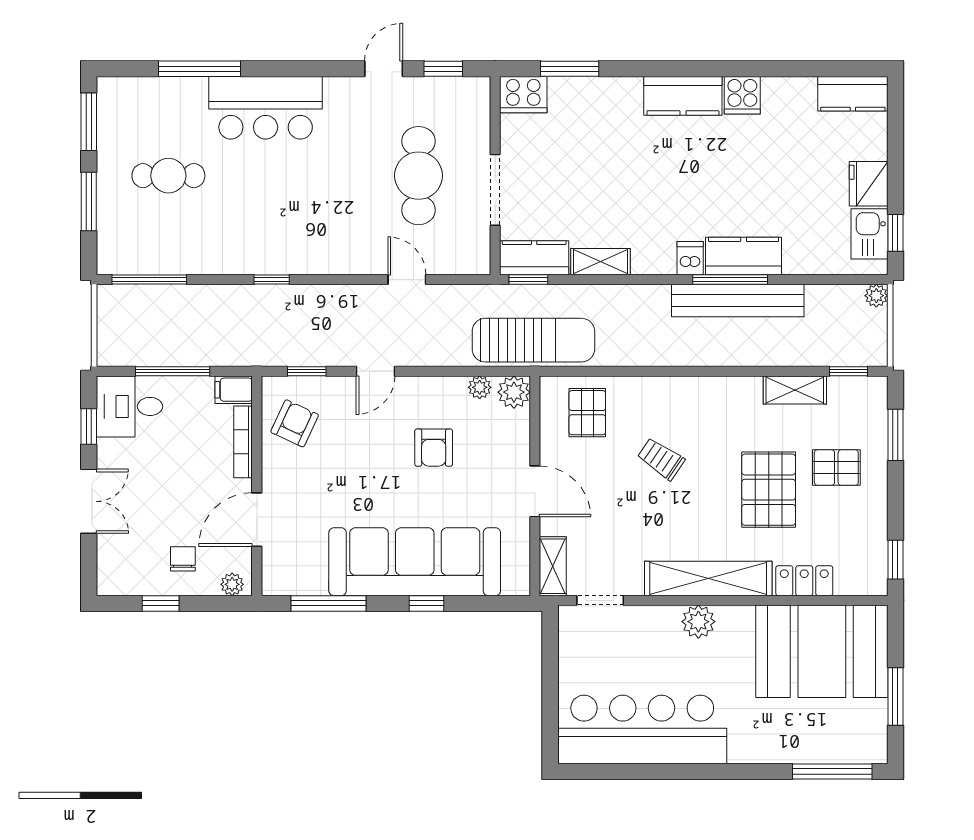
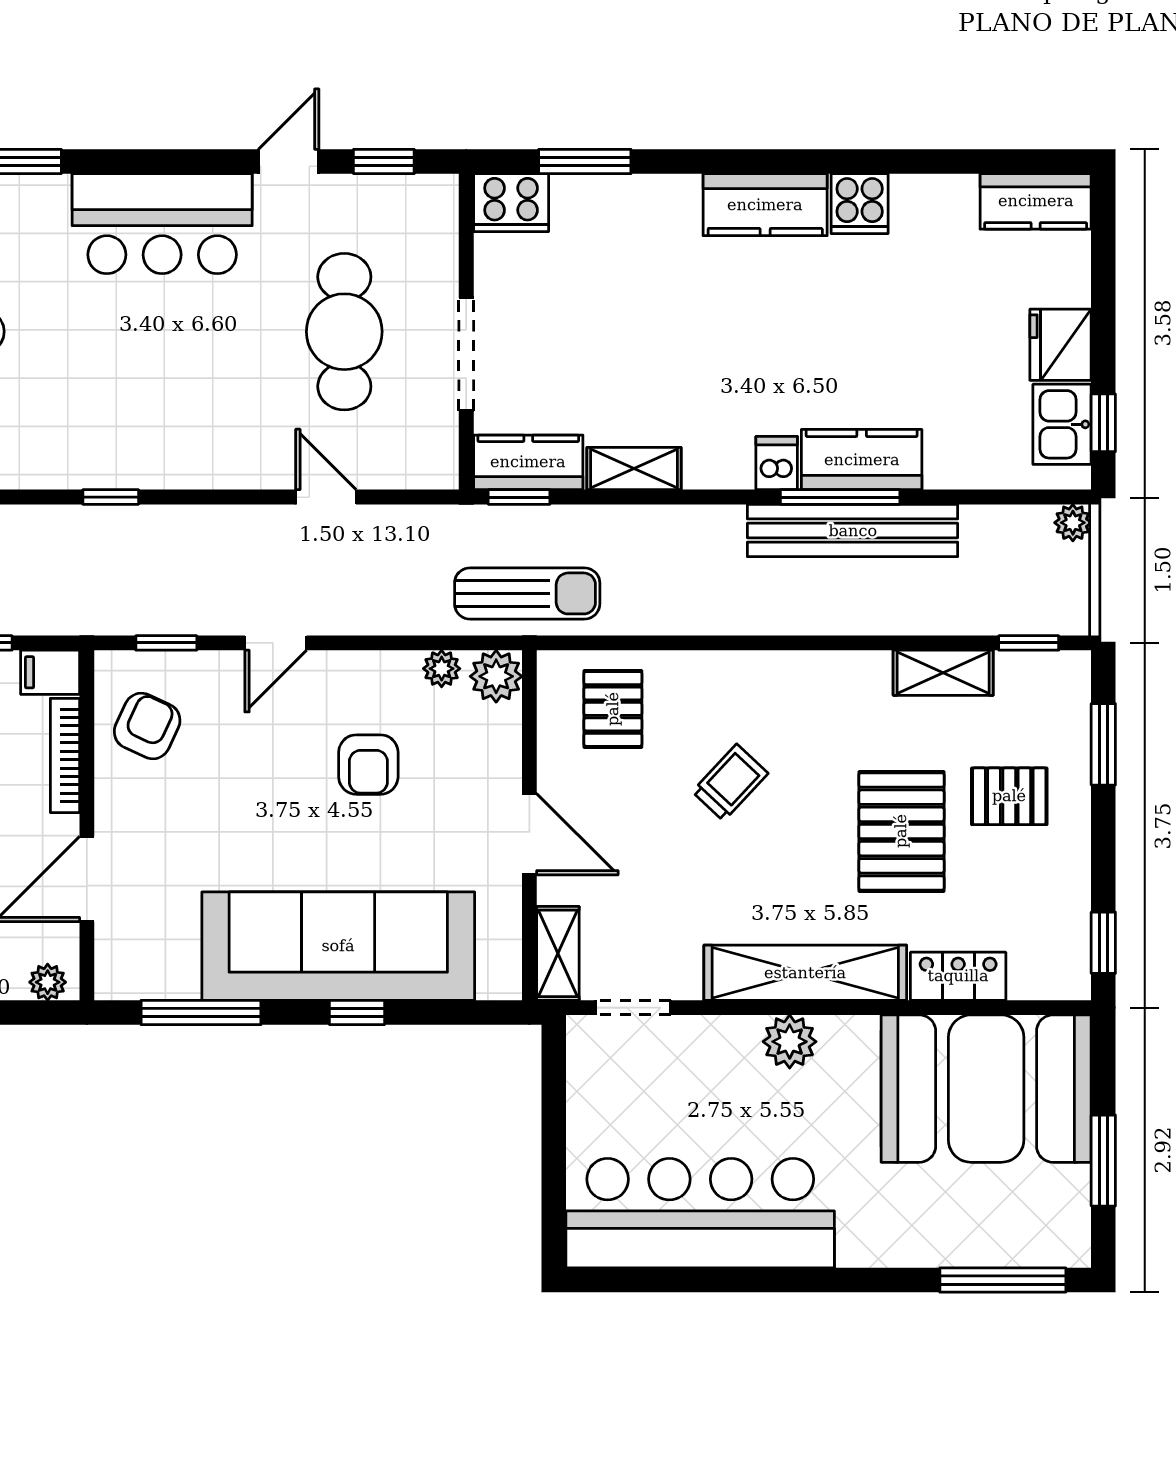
bar counter: (266, 108) -> (162, 224), moved
sun lounger: (533, 340) -> (527, 593), width x0.73, depth x0.75
trolley: (661, 459) -> (730, 783), turned 99

